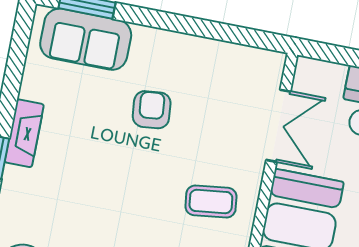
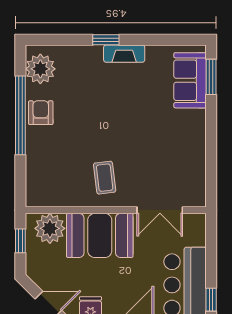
armchair: (152, 110) -> (154, 130), removed

